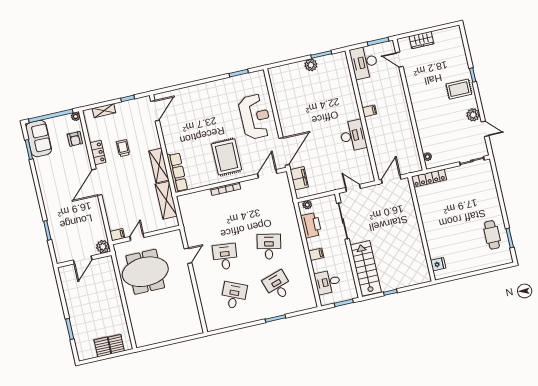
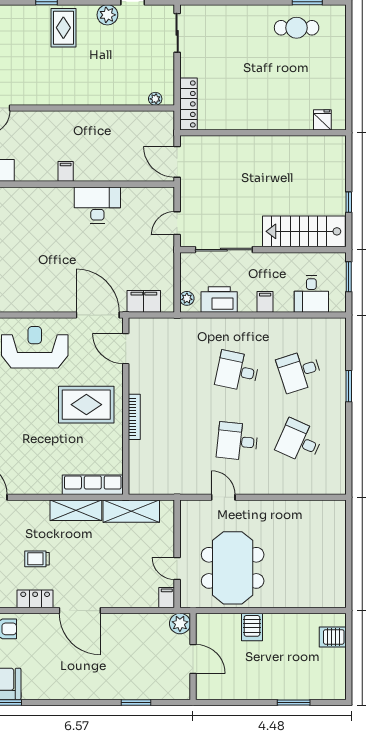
server rack: (102, 347) -> (252, 627), moved, turned -90

